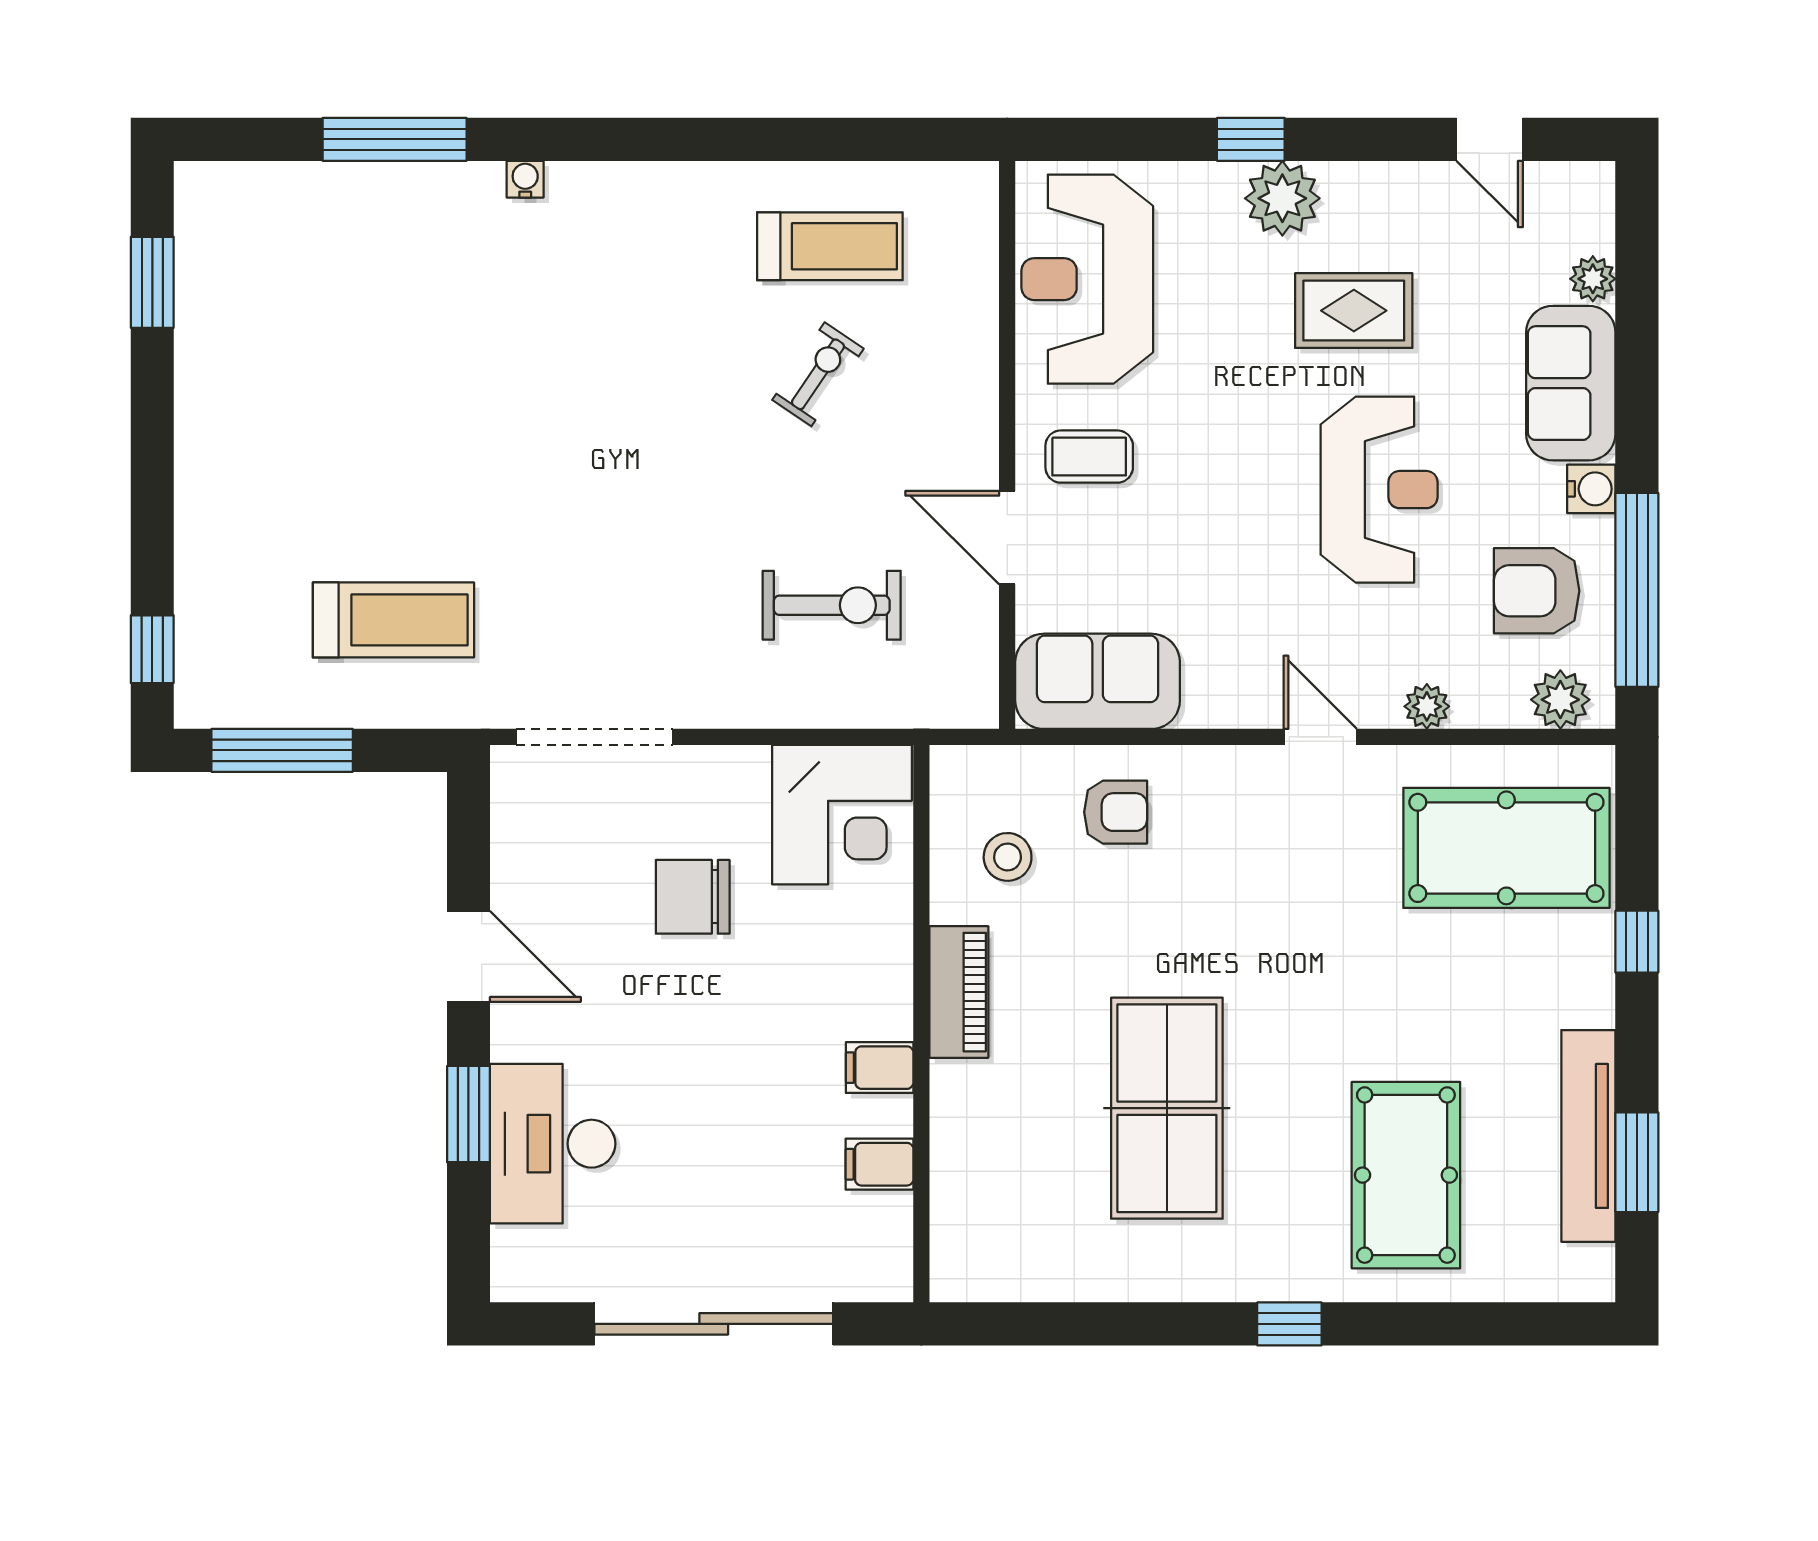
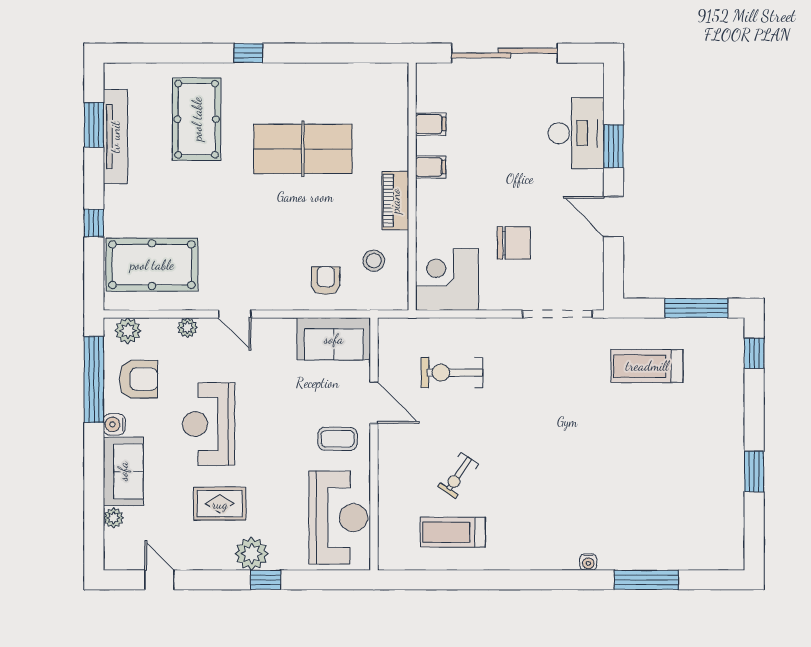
window: (152, 282) -> (754, 471), moved
armchair: (1116, 812) -> (326, 281), turned 90
table tennis table: (1167, 1108) -> (303, 149), turned 90

